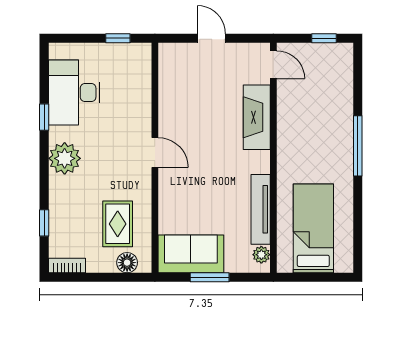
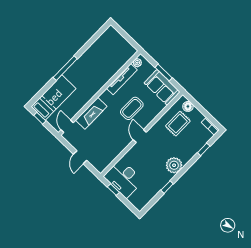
desk: (74, 93) -> (123, 179), moved, turned 90
coffee table: (205, 181) -> (132, 108), added
bed: (313, 228) -> (54, 97), moved, turned 180

